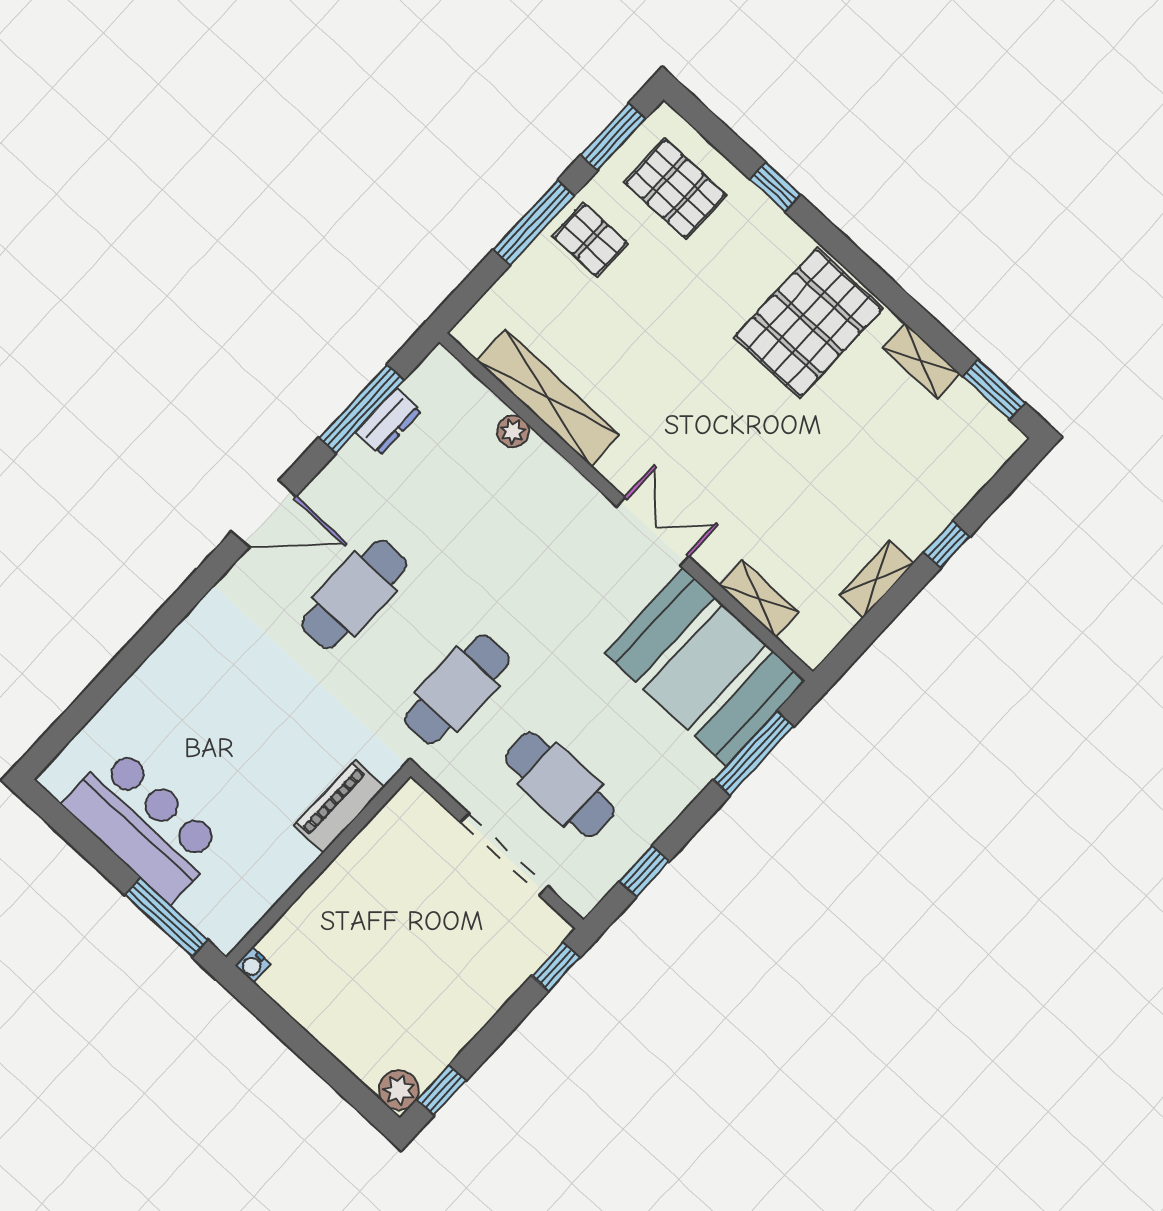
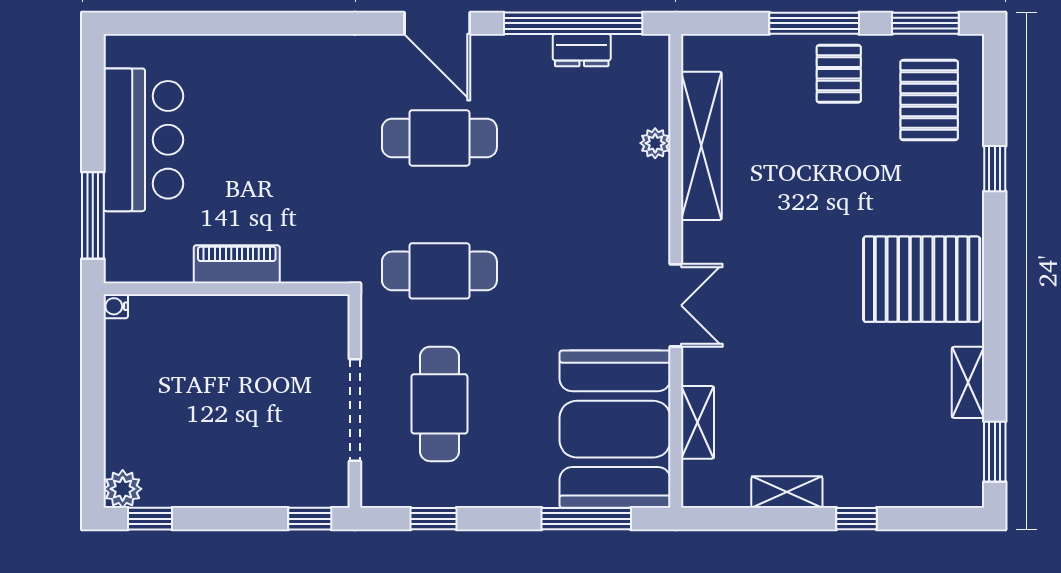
window: (361, 409) -> (573, 23), width x1.46
piano: (339, 806) -> (237, 264), moved

